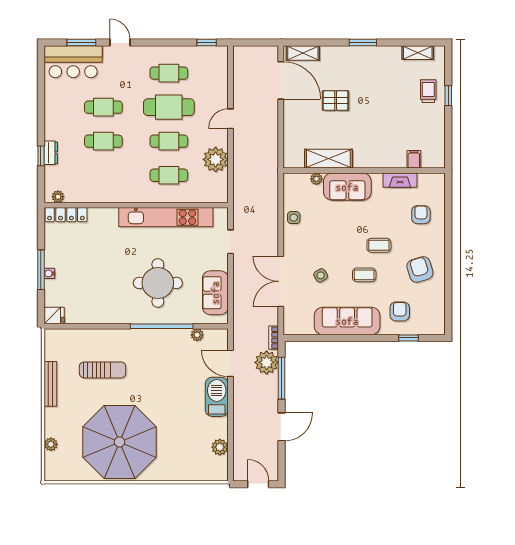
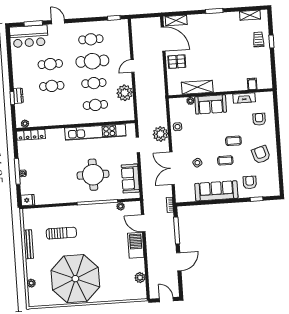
pallet: (336, 101) -> (177, 62), moved
plant: (267, 362) -> (160, 134), moved

